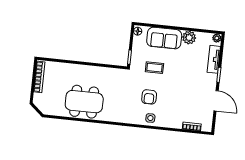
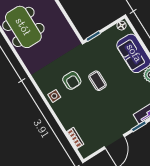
coffee table: (154, 68) -> (98, 81), moved
armchair: (149, 97) -> (72, 80), turned -90

